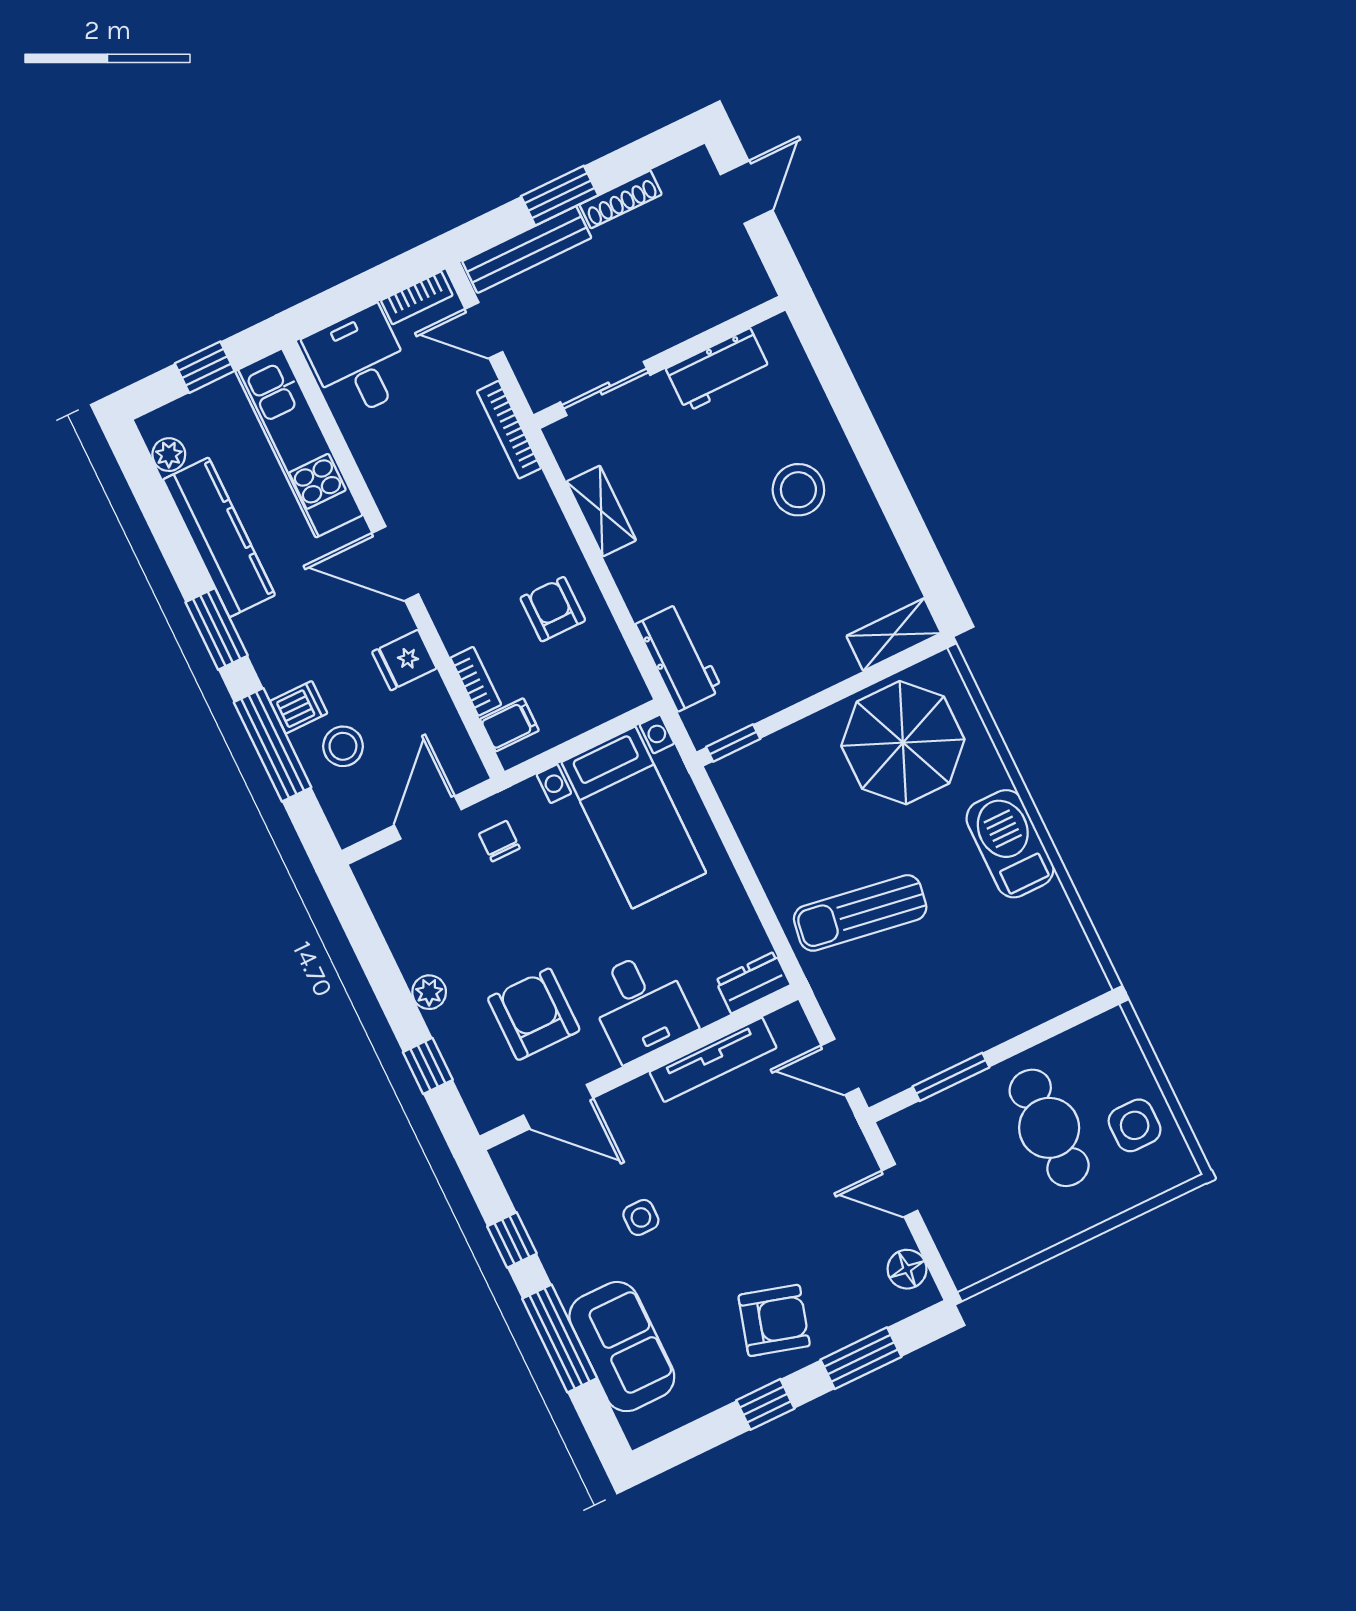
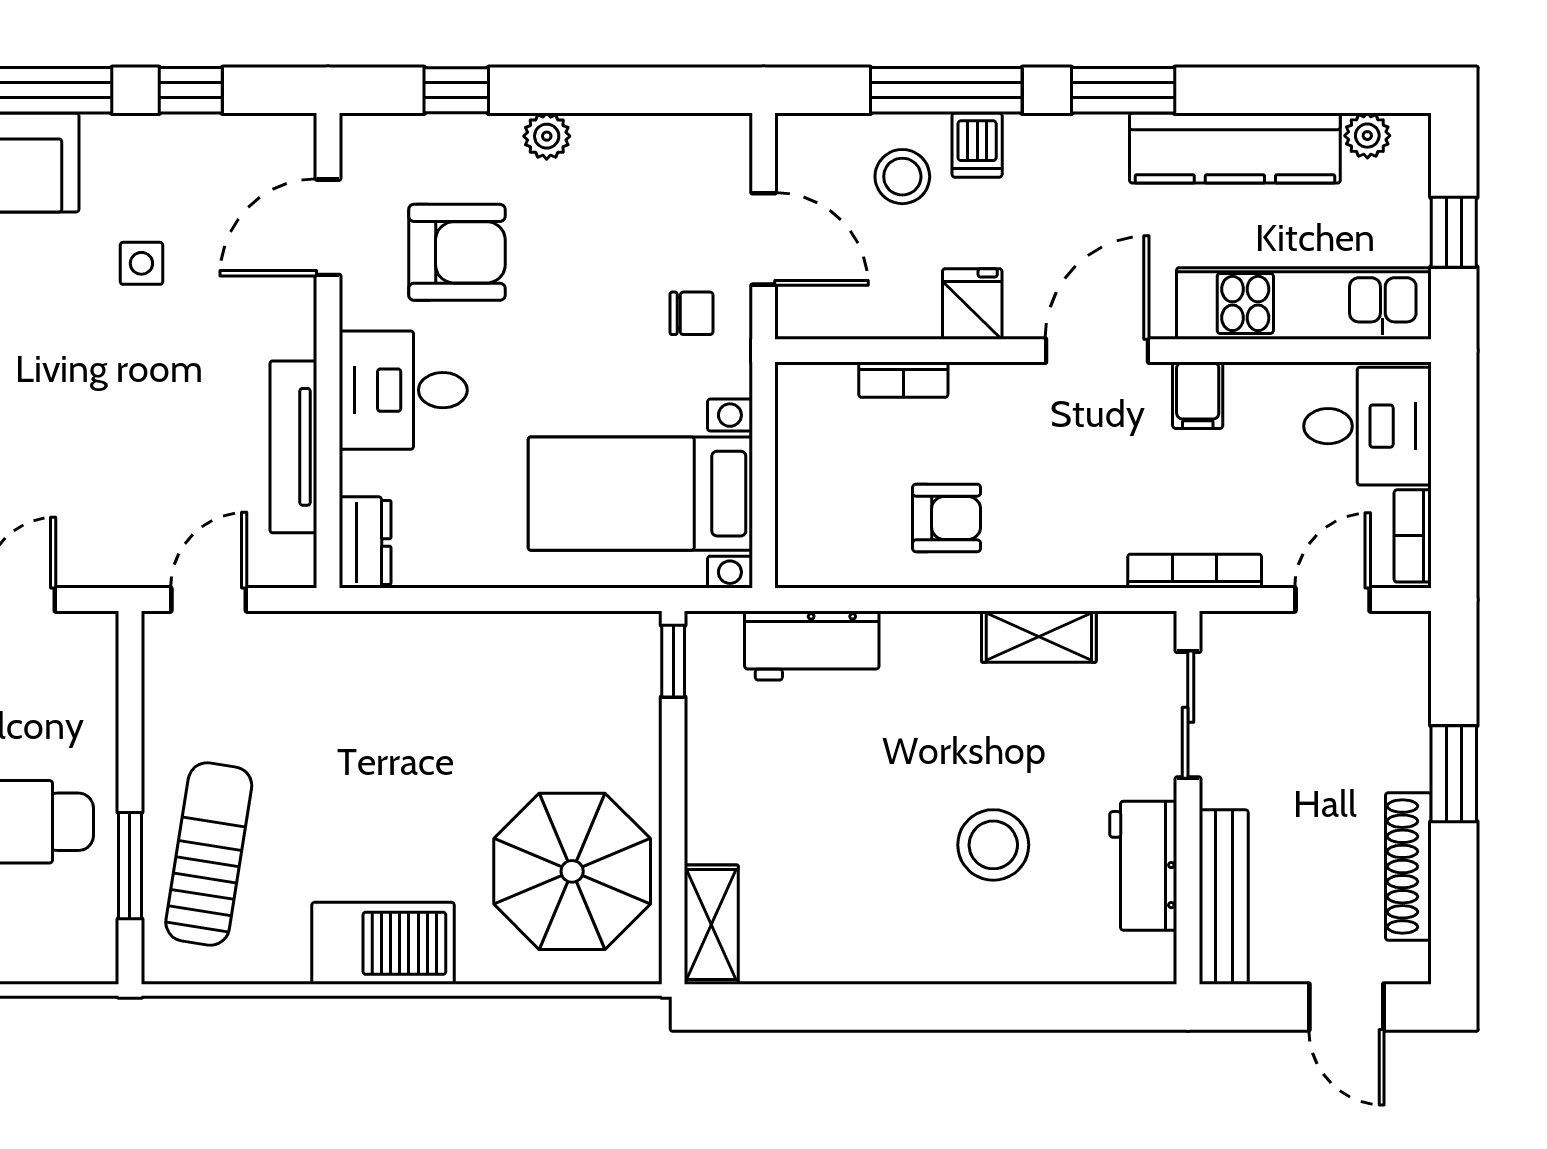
shoe rack: (621, 199) -> (1408, 866), width x1.36, depth x1.24
bench: (527, 250) -> (1224, 897), moved
stool: (798, 490) -> (993, 845), moved
filing cabinet: (509, 725) -> (1198, 395), moved
sun lounger: (860, 913) -> (209, 854), moved
window: (951, 1077) -> (130, 866), moved

